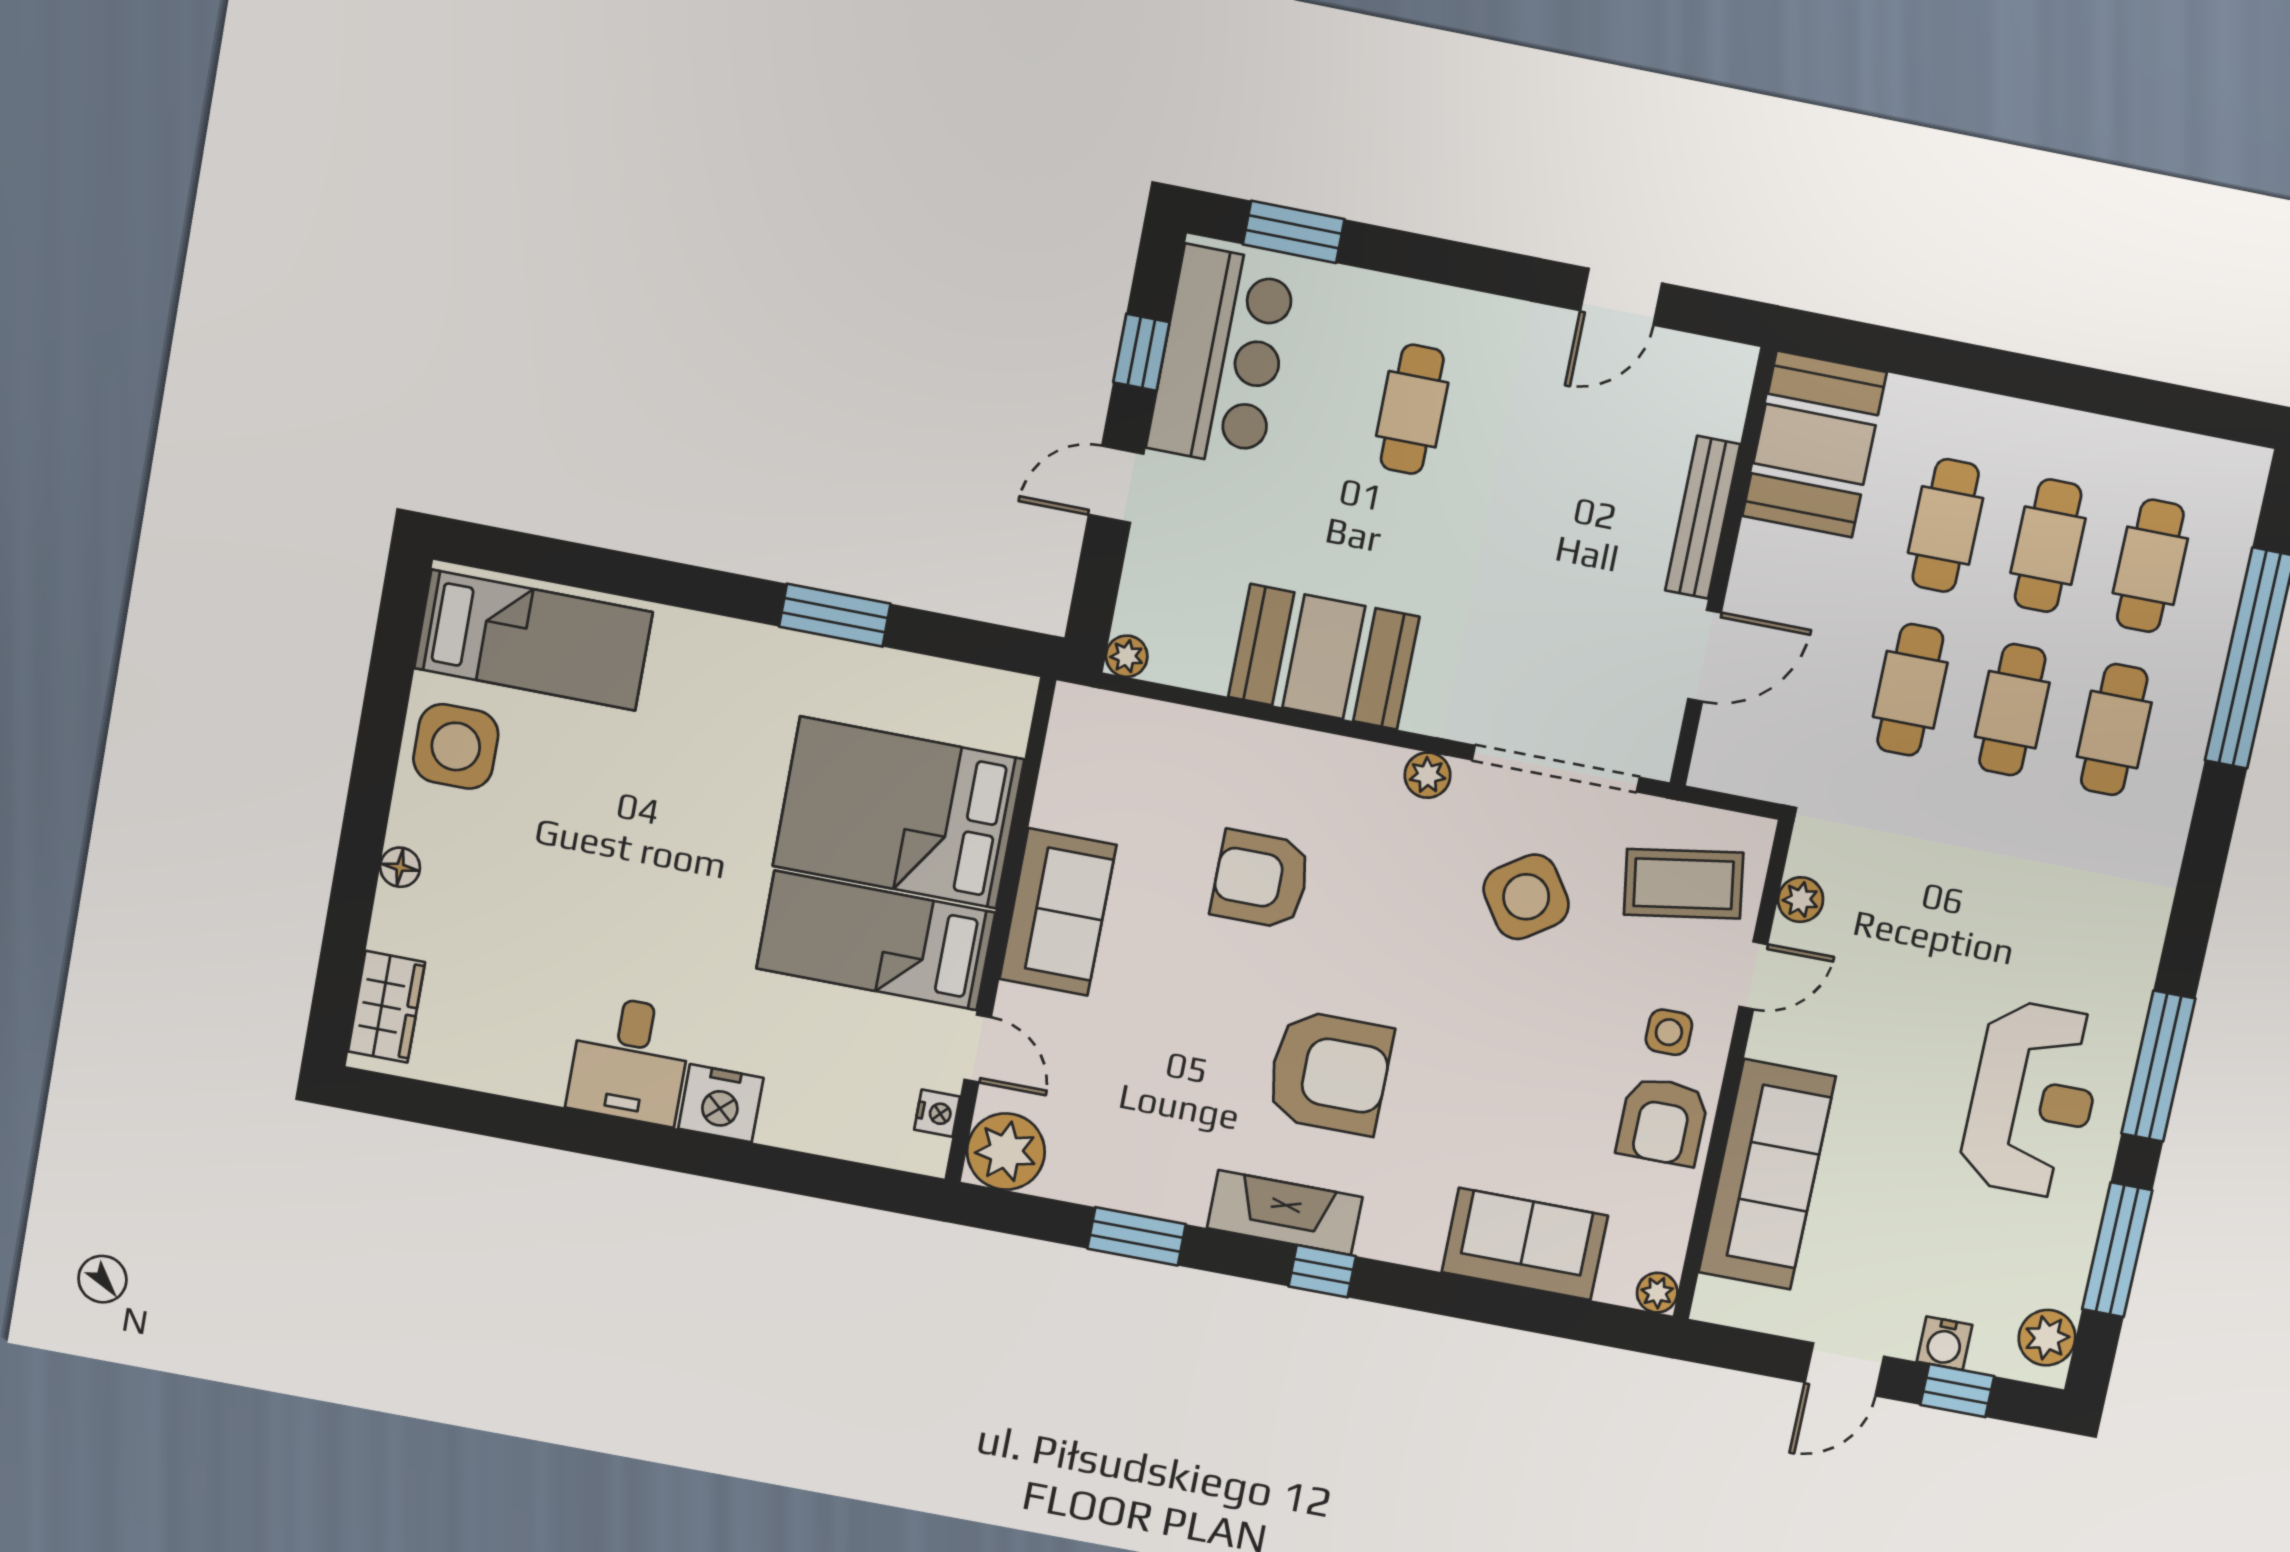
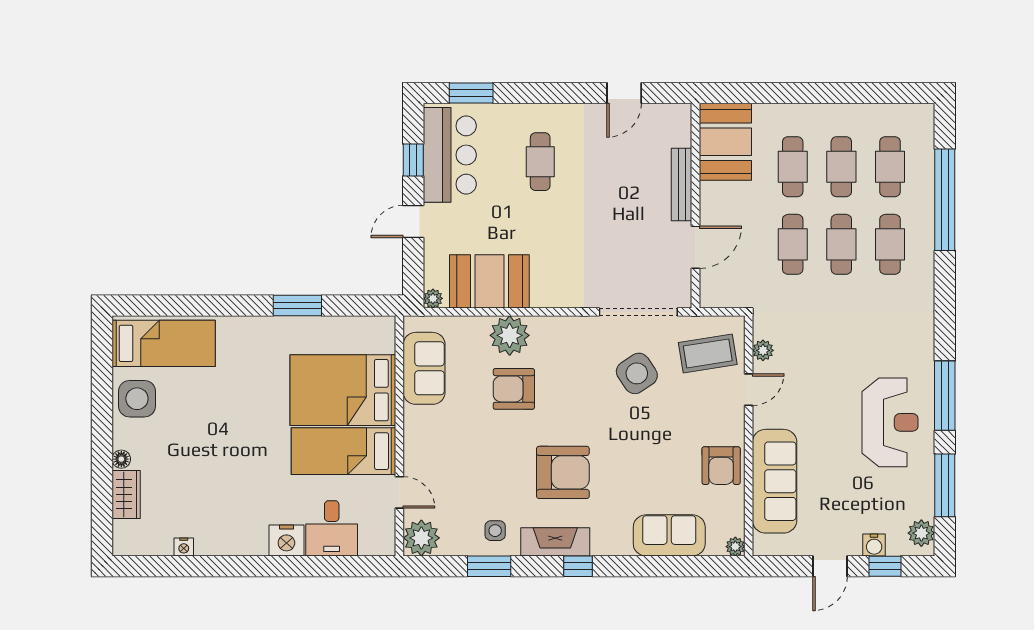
booth: (1324, 657) -> (489, 281), moved
plant: (1427, 775) -> (510, 335), moved, width x1.88, depth x1.88
sofa: (1058, 912) -> (424, 368), moved
wardrobe: (386, 1007) -> (126, 494), moved
side table: (1669, 1032) -> (495, 531), moved
desk: (630, 1060) -> (332, 528), moved
nightstand: (937, 1113) -> (184, 547), moved, turned 90

